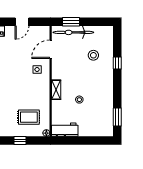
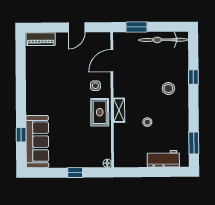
bicycle: (73, 32) -> (163, 40), moved
stool: (93, 55) -> (168, 88), moved
rug: (29, 117) -> (100, 112), moved, turned 90
workbench: (65, 130) -> (163, 159), moved

